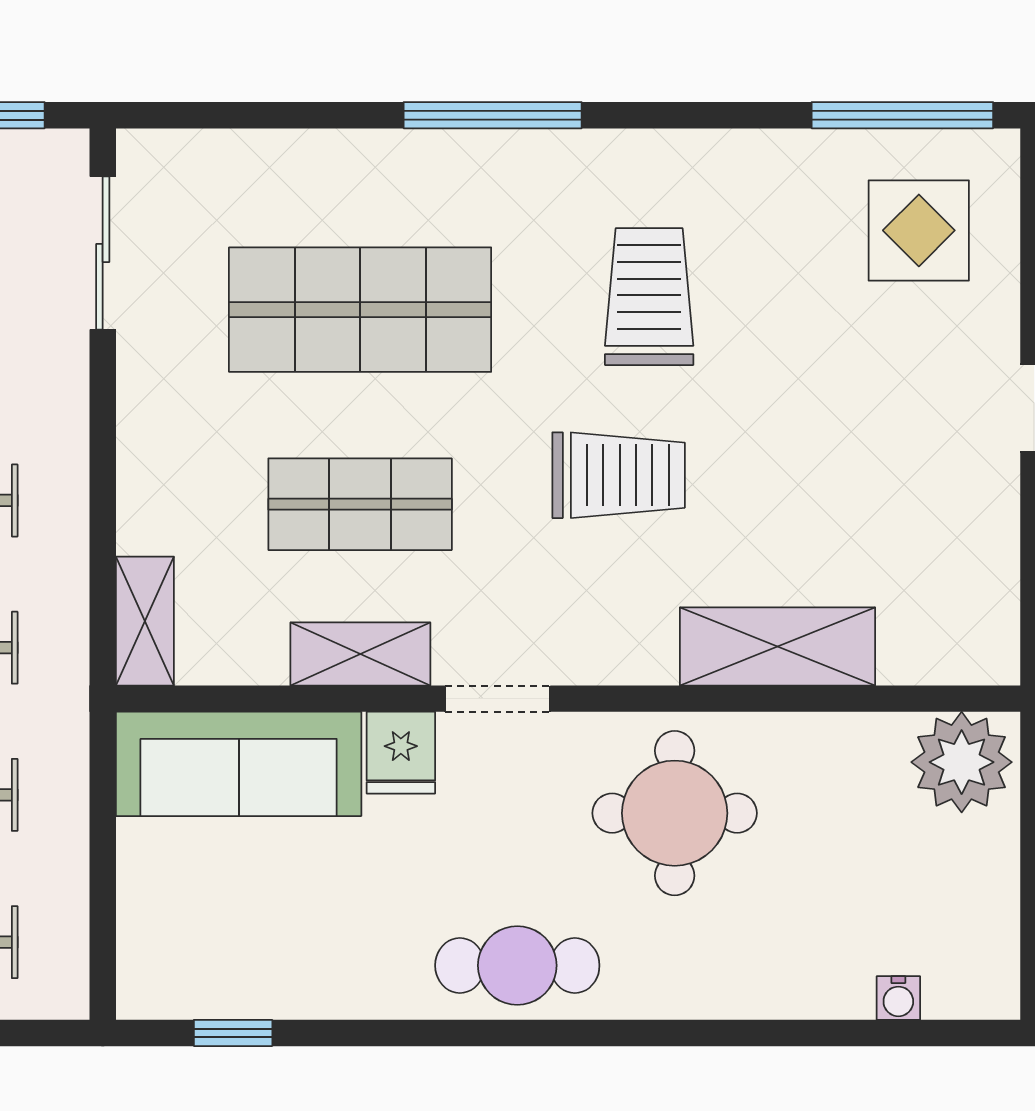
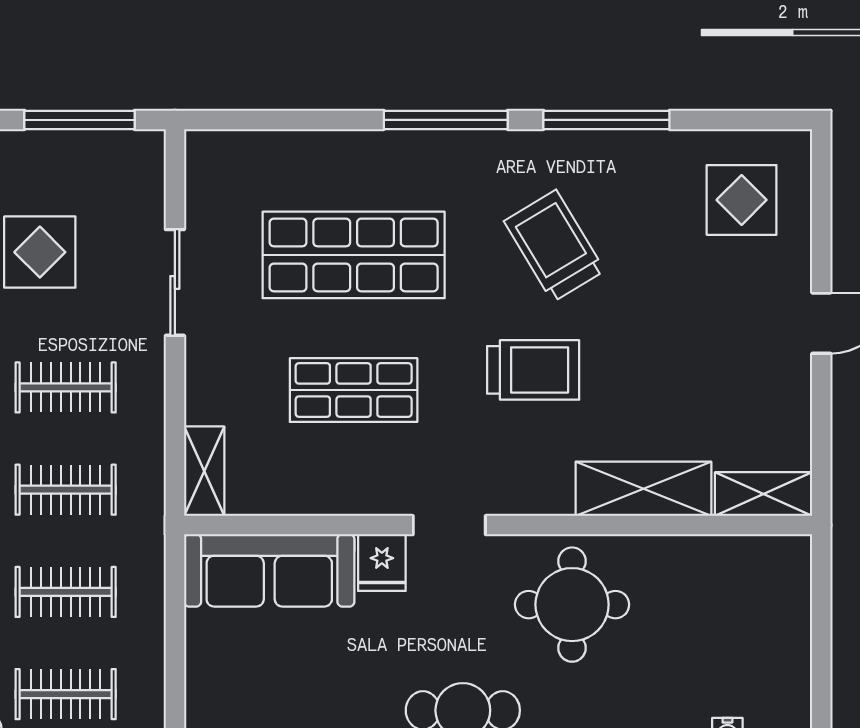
window: (902, 115) -> (606, 120), moved
sliding door: (103, 253) -> (175, 282), moved
trolley: (649, 297) -> (554, 246), turned -31
shelving: (360, 654) -> (764, 494), moved
plant: (962, 762) -> (771, 569), removed

